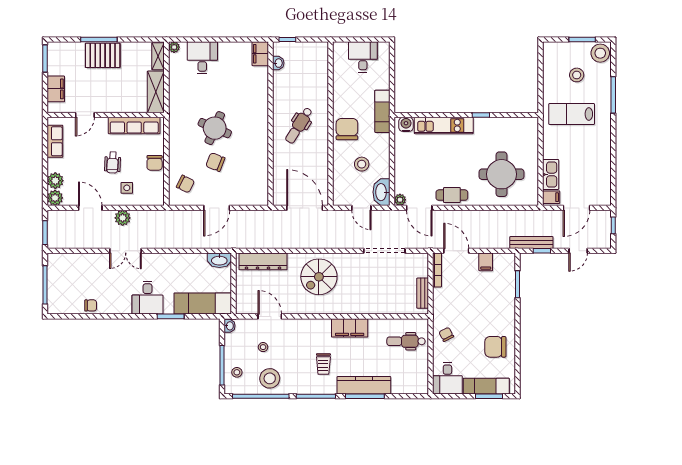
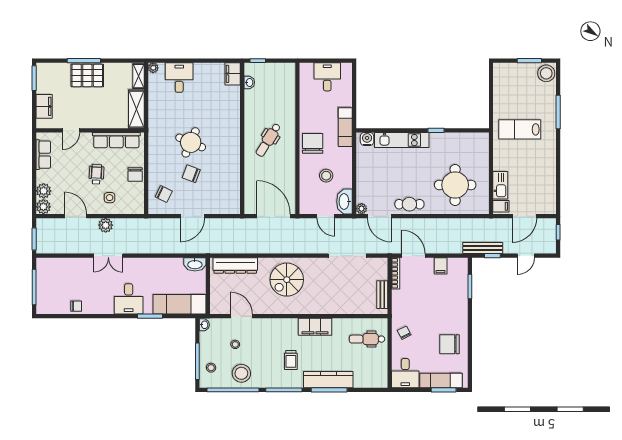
stool: (577, 75) -> (524, 93), removed
wheelchair: (113, 163) -> (96, 174), turned 180

